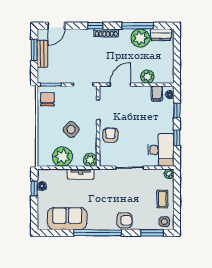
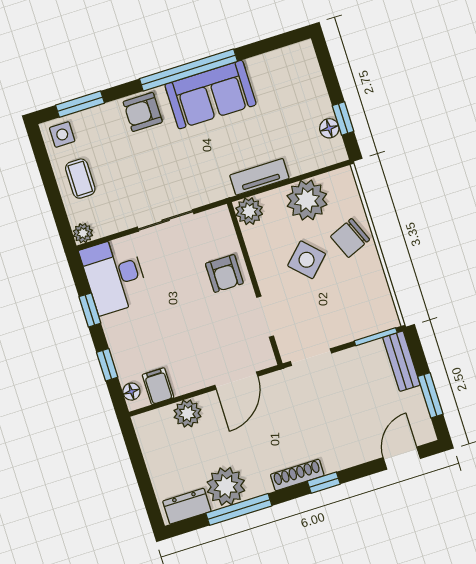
bench: (42, 54) -> (401, 361), moved
chair: (47, 99) -> (350, 238), moved, turned 67
sofa: (67, 218) -> (210, 95), moved

